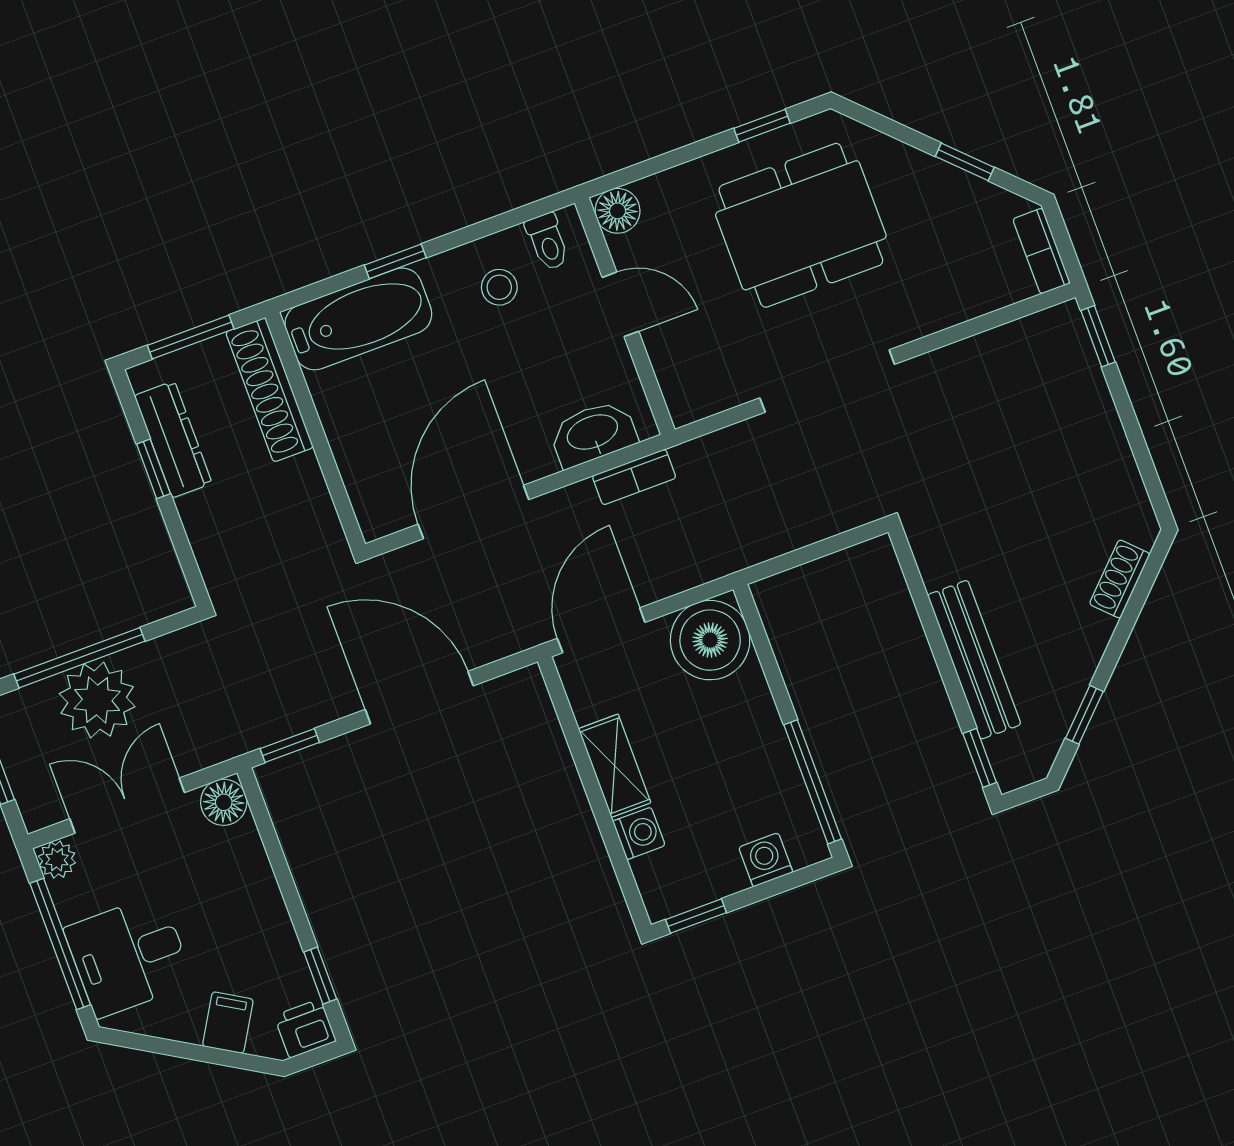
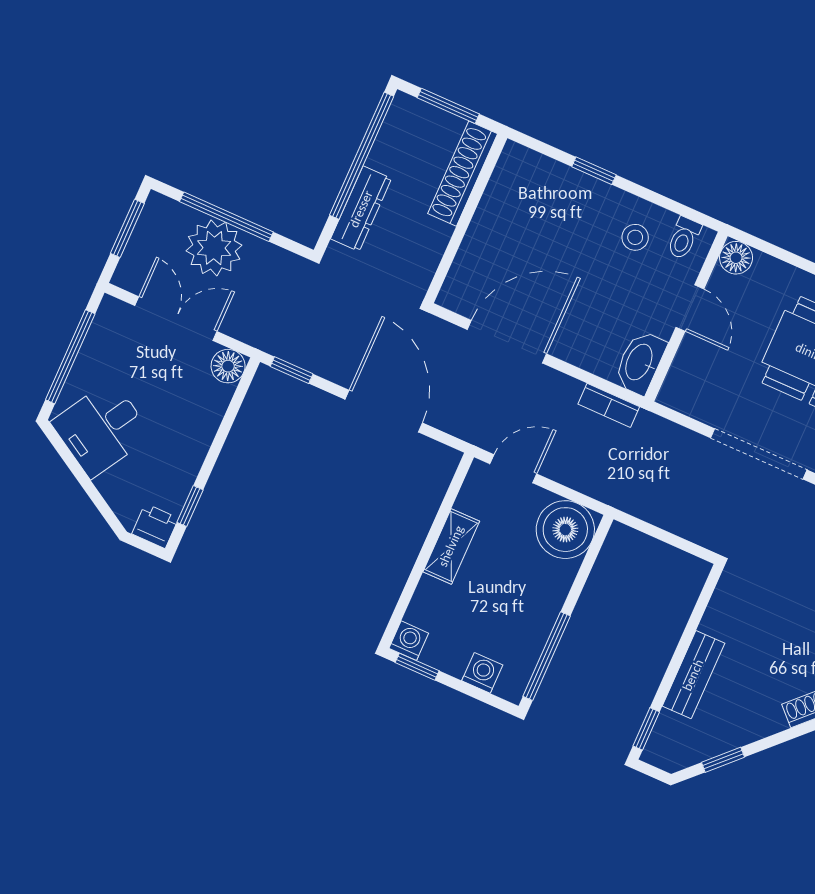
bathtub: (358, 319) -> (545, 182), removed
washbasin: (593, 433) -> (640, 362), moved, turned -90
dresser: (173, 439) -> (361, 209), moved
window: (153, 469) -> (362, 156), width x3.17
door: (601, 630) -> (513, 469), width x0.73
bench: (974, 660) -> (693, 675), width x0.73
washing machine: (639, 833) -> (409, 641), moved, turned -90
plant: (57, 860) -> (112, 311), removed
desk: (129, 956) -> (102, 429), moved, turned -59
filing cabinet: (228, 1023) -> (118, 483), removed

